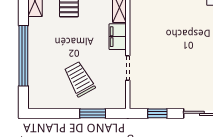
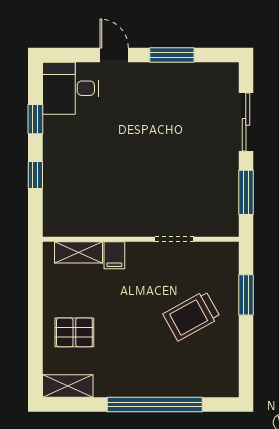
filing cabinet: (118, 37) -> (114, 255), width x0.50
window: (157, 113) -> (246, 192), width x1.50

